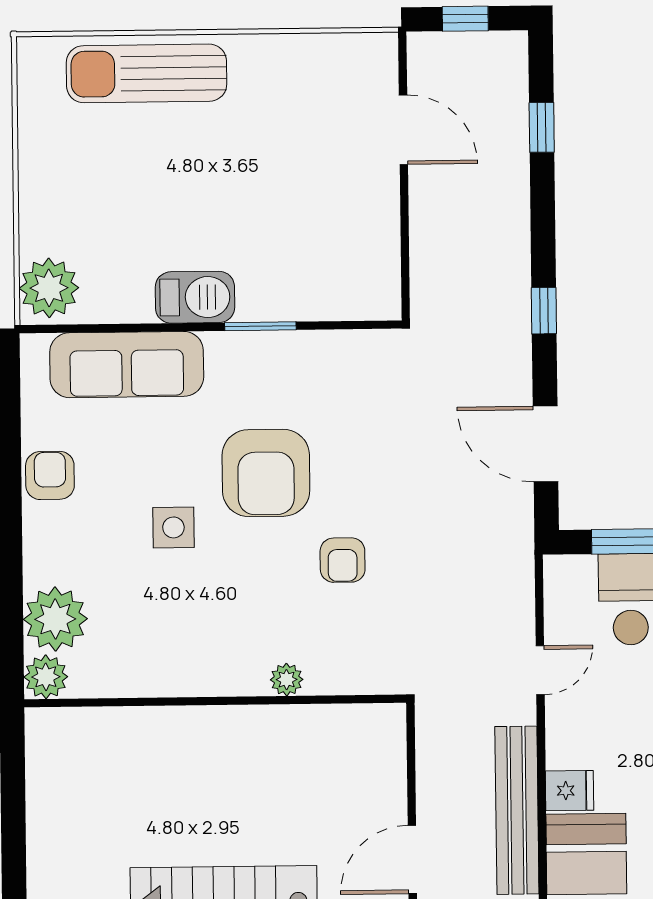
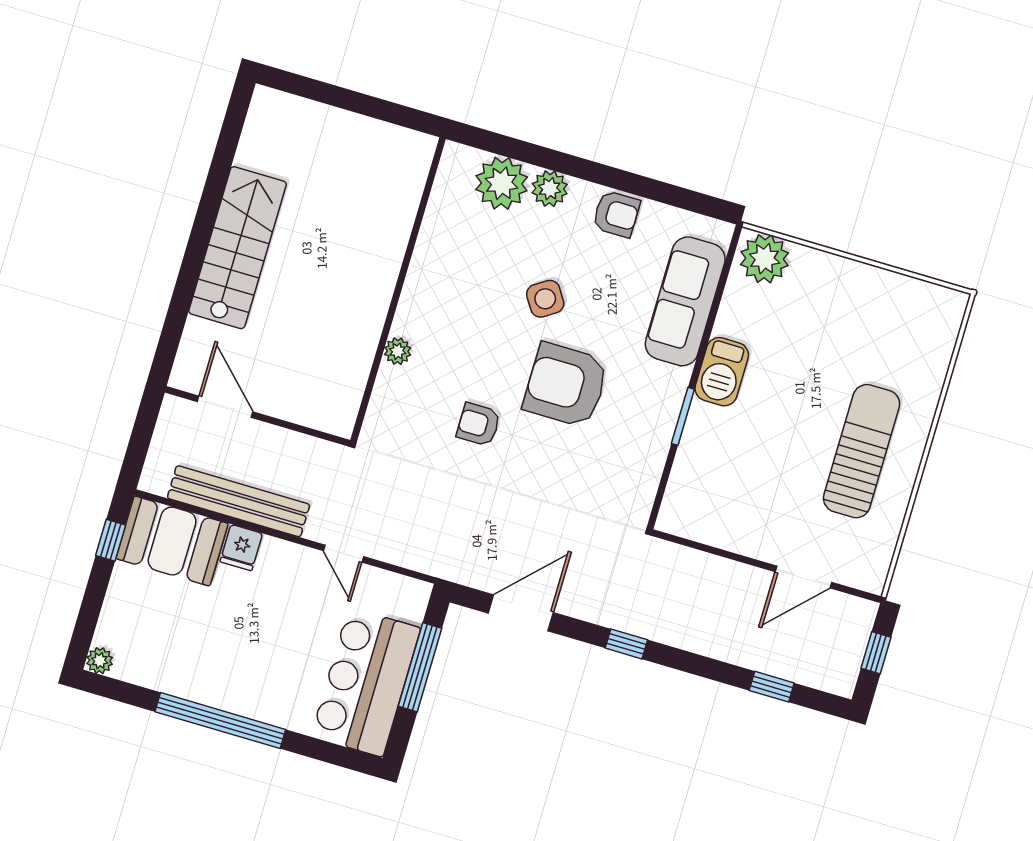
sun lounger: (147, 73) -> (862, 451), moved
side table: (173, 527) -> (545, 299), turned -33
plant: (46, 677) -> (550, 189), moved

